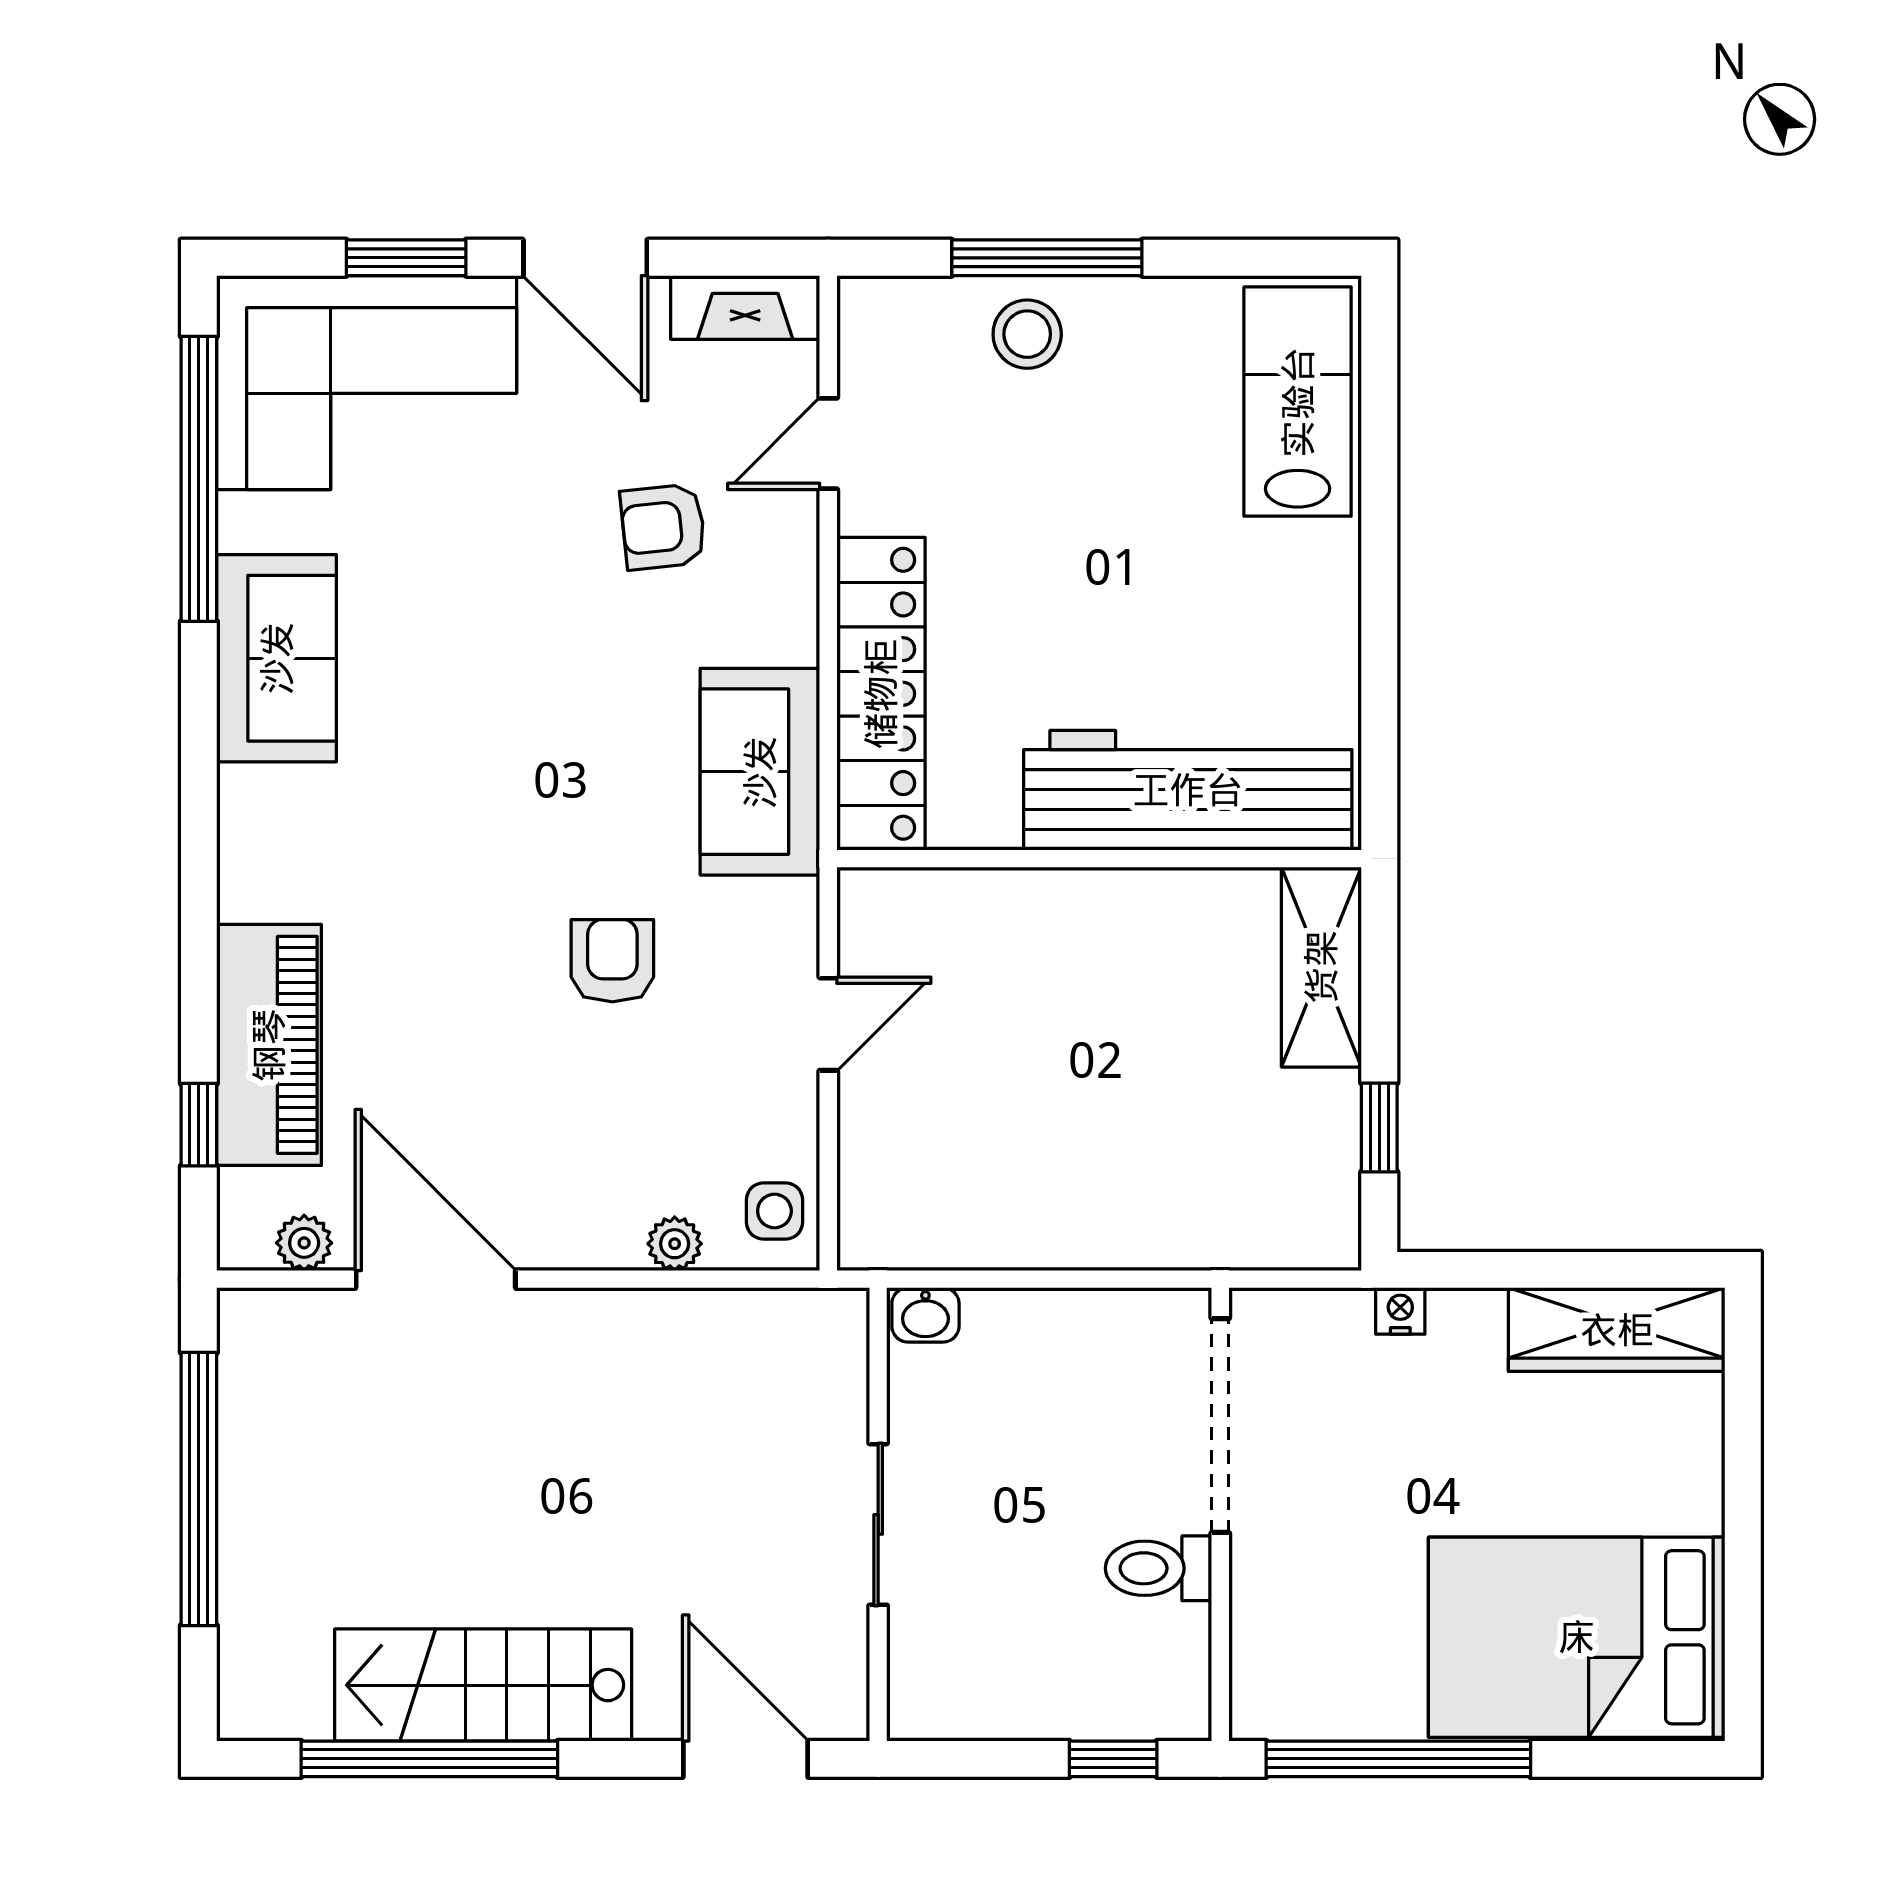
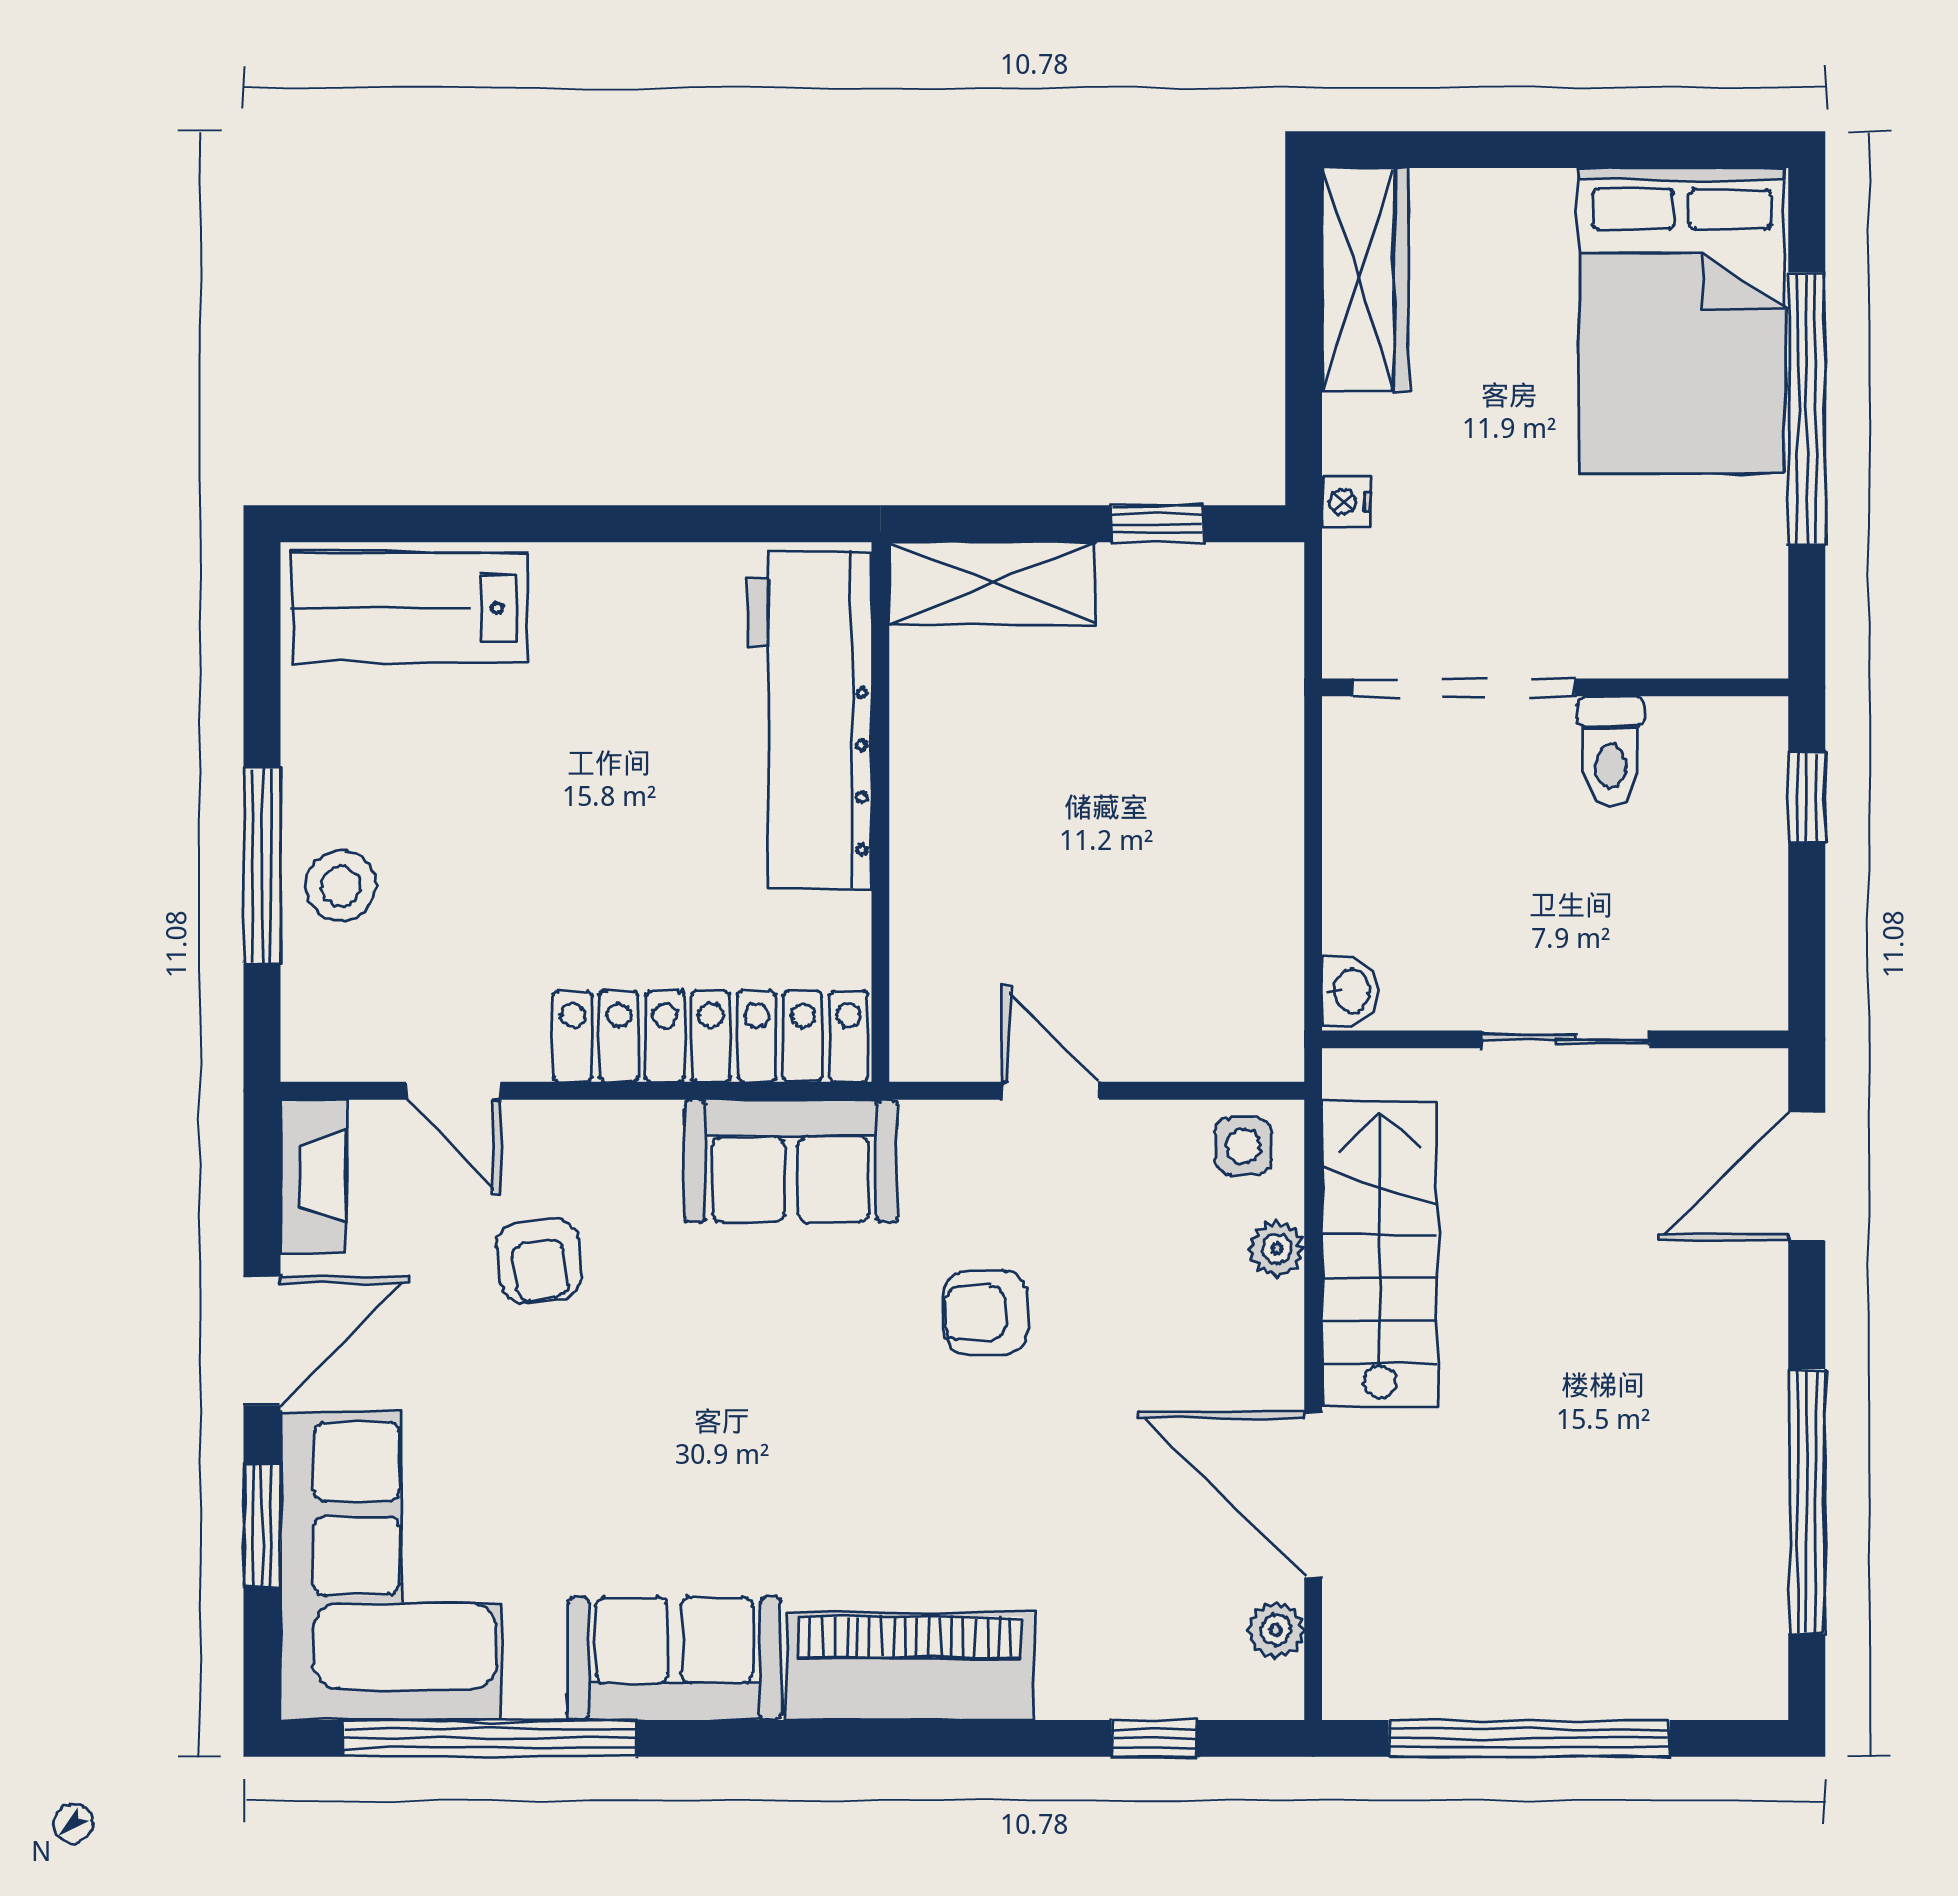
piano: (269, 1045) -> (911, 1666), moved
door: (436, 1279) -> (1313, 1495), hinge flipped
stairs: (483, 1685) -> (1380, 1254), moved, turned 180
window: (1398, 1759) -> (1807, 409), moved

